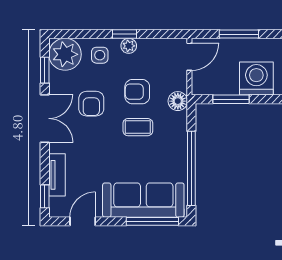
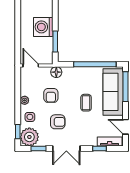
window: (125, 34) -> (18, 132), moved
window: (239, 34) -> (18, 37), removed
double door: (45, 118) -> (66, 149), swing flipped
coffee table: (138, 127) -> (86, 103), moved
tv unit: (57, 175) -> (110, 142), moved
window: (45, 196) -> (99, 149), moved

